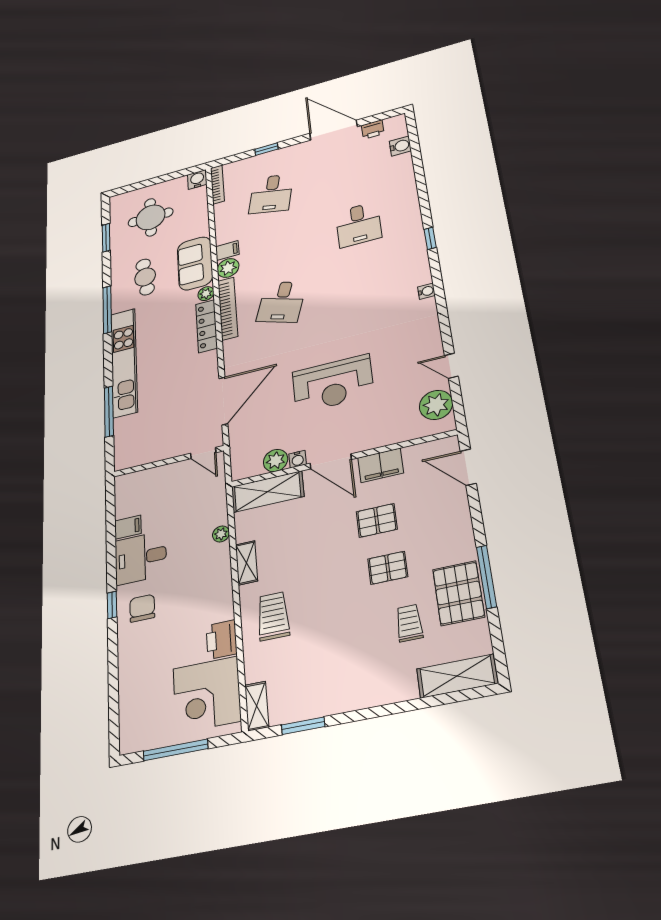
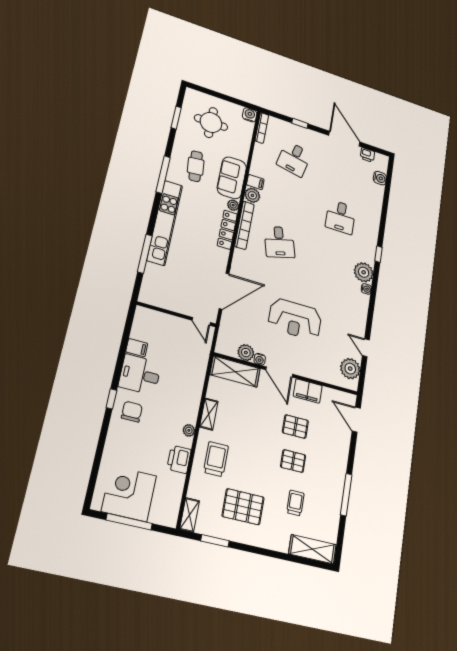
plant: (415, 273) -> (364, 272), added
desk: (281, 302) -> (279, 242), turned -33
plant: (221, 534) -> (189, 430), moved
pallet: (458, 593) -> (243, 507), moved, turned 90
corner desk: (207, 695) -> (129, 494), moved, turned 90

